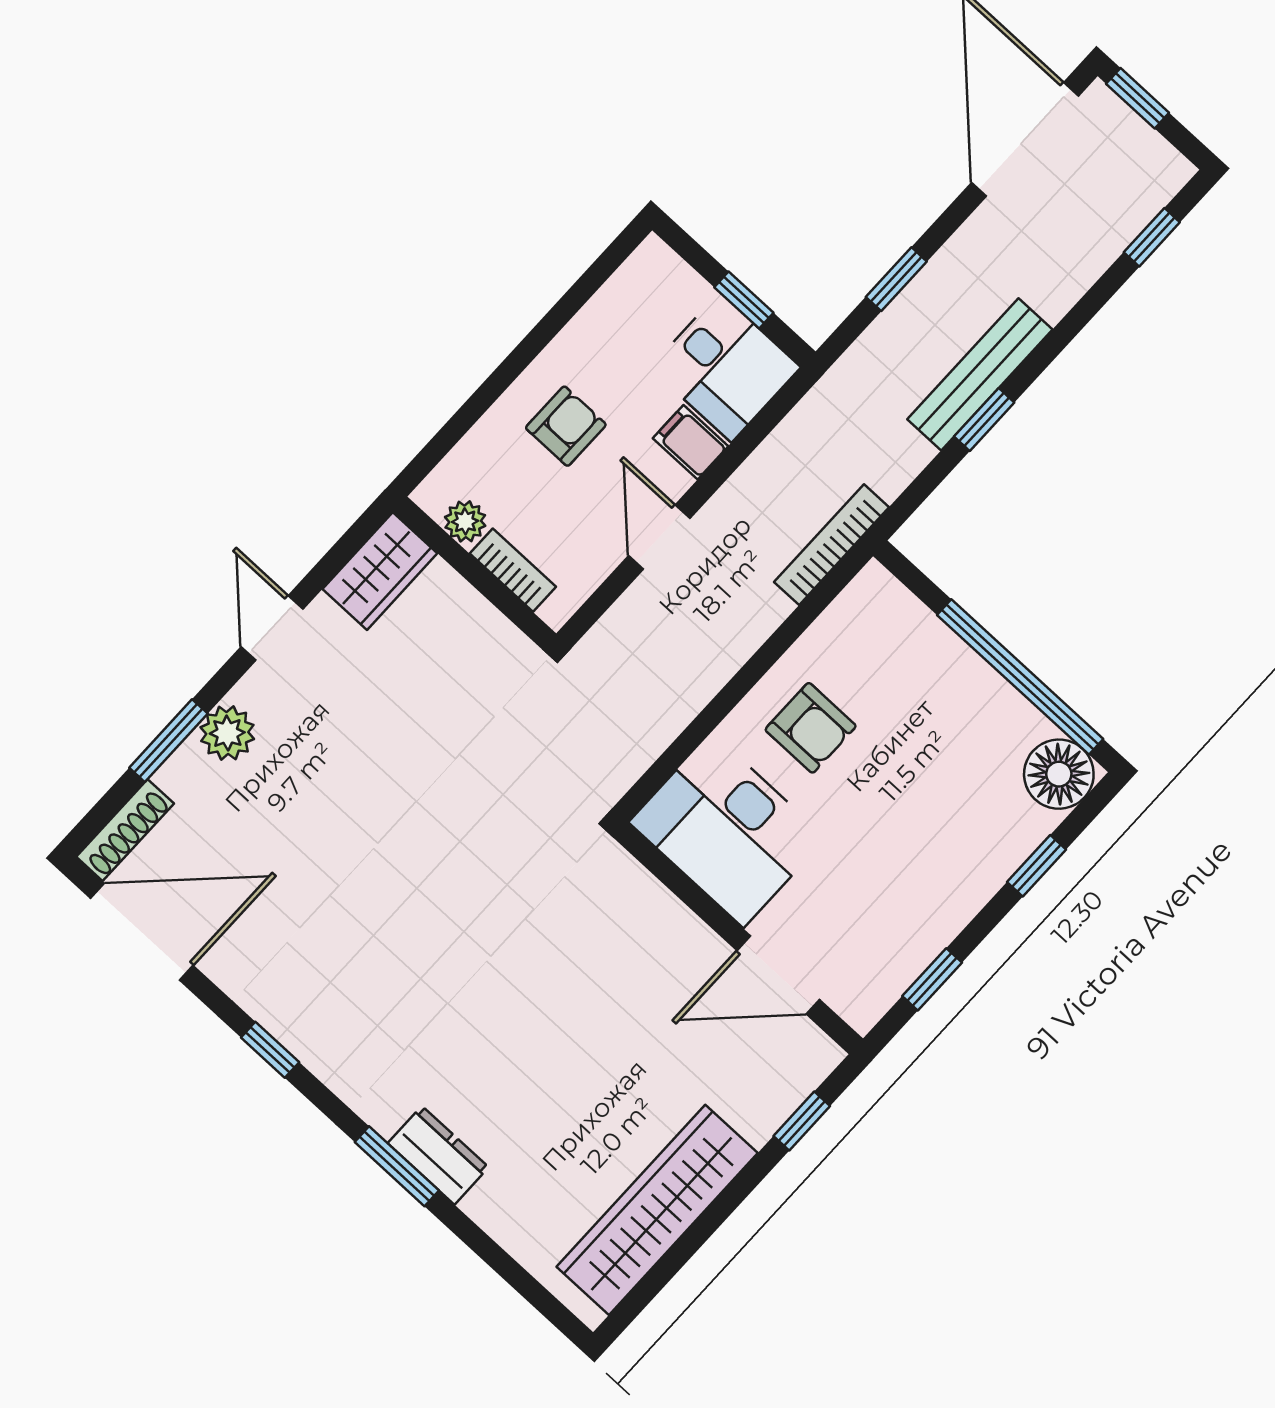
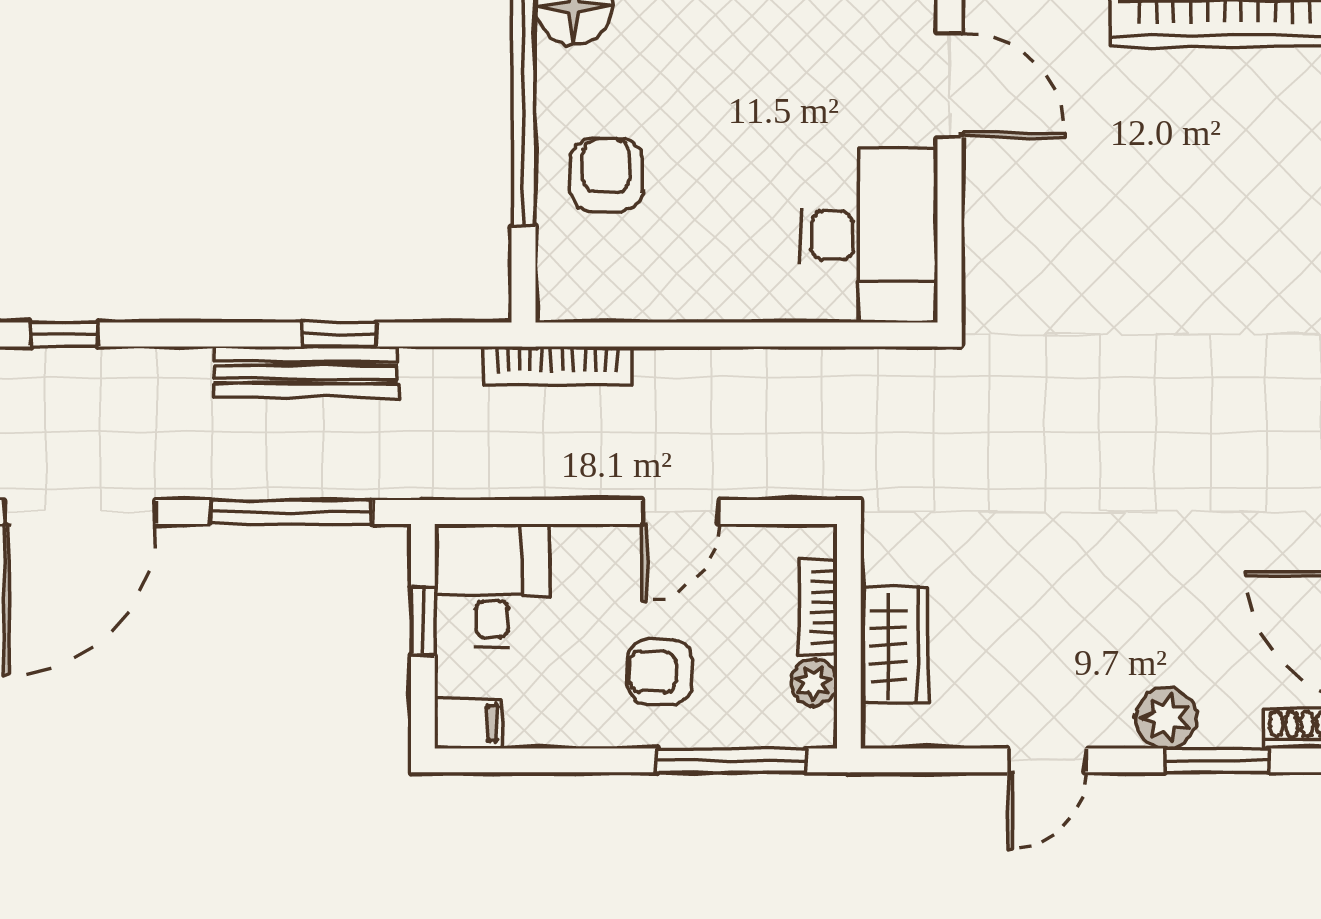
window: (896, 279) -> (291, 512), width x2.17
window: (464, 419) -> (731, 760), added
filing cabinet: (691, 442) -> (469, 723), moved, turned -90
wardrobe: (380, 571) -> (894, 645), moved, turned 90
armchair: (811, 728) -> (606, 175), moved

